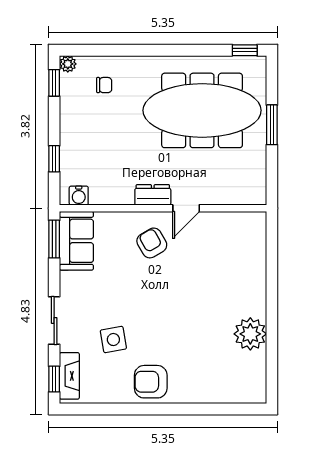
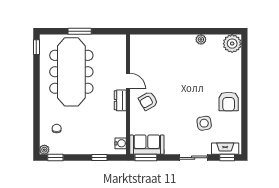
plant: (250, 334) -> (201, 39), width x0.53, depth x0.53
plant: (251, 388) -> (232, 44), added

